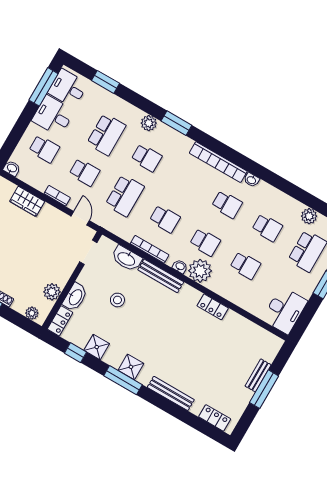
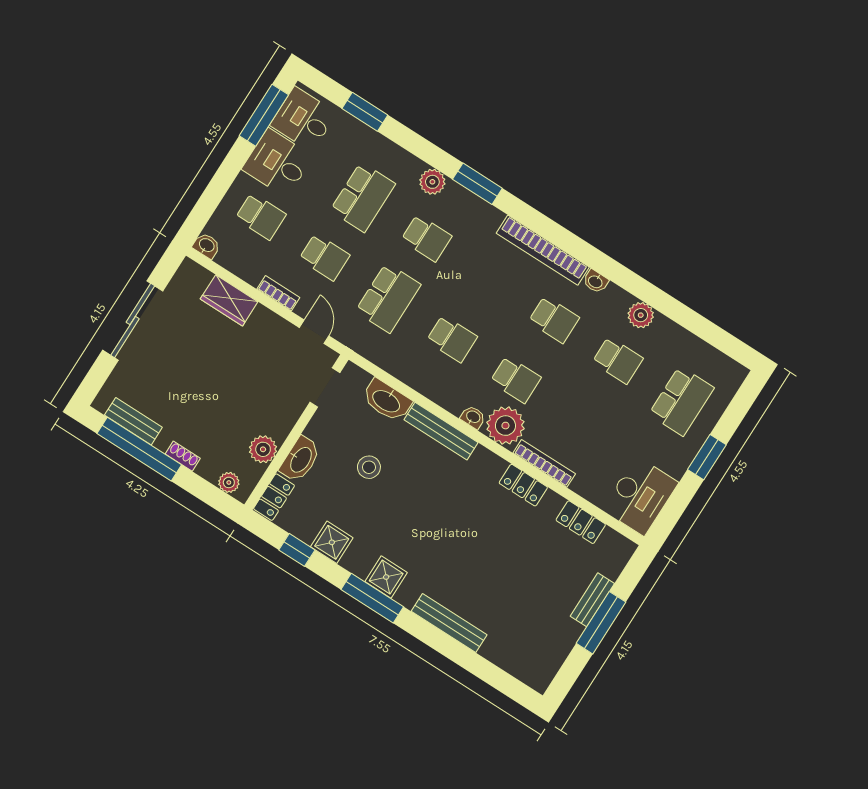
plant: (309, 216) -> (641, 315), moved
bookcase: (150, 249) -> (544, 463), moved
school desk: (245, 265) -> (579, 420), removed
locker: (215, 418) -> (581, 522), moved, turned 180

